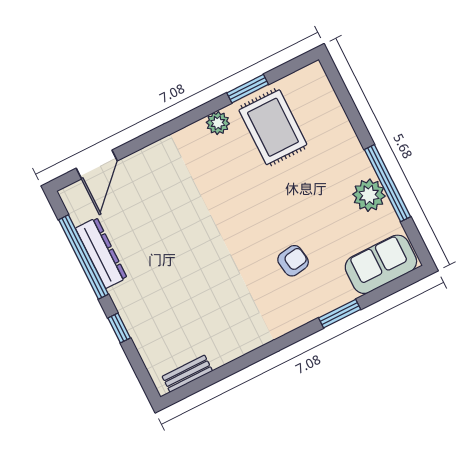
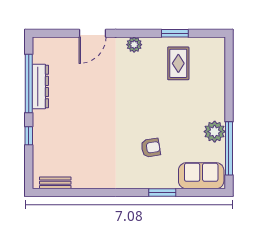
plant: (218, 123) -> (134, 45), moved
rug: (273, 127) -> (178, 63), width x0.73, depth x0.70
door: (97, 165) -> (93, 33), moved
window: (387, 183) -> (229, 148), moved

